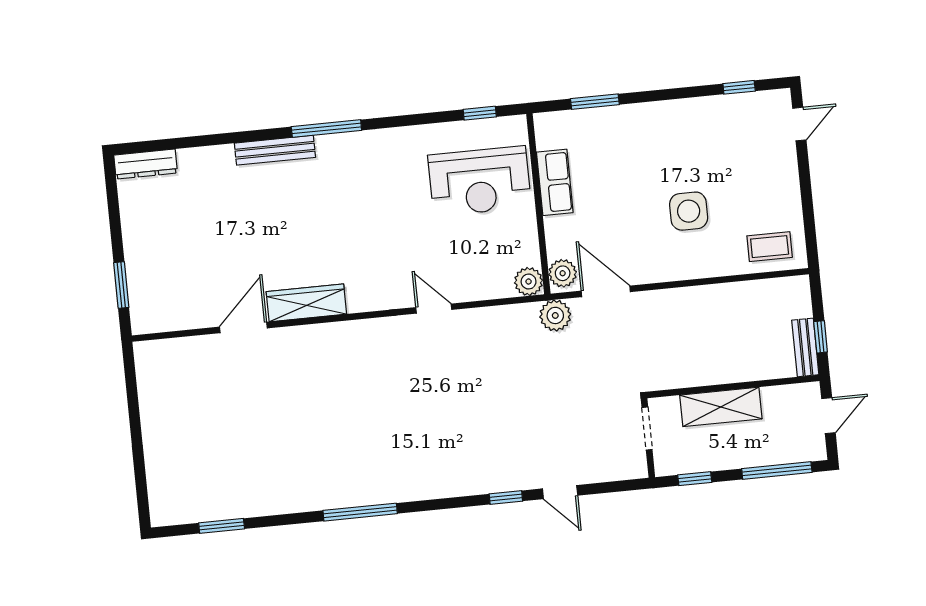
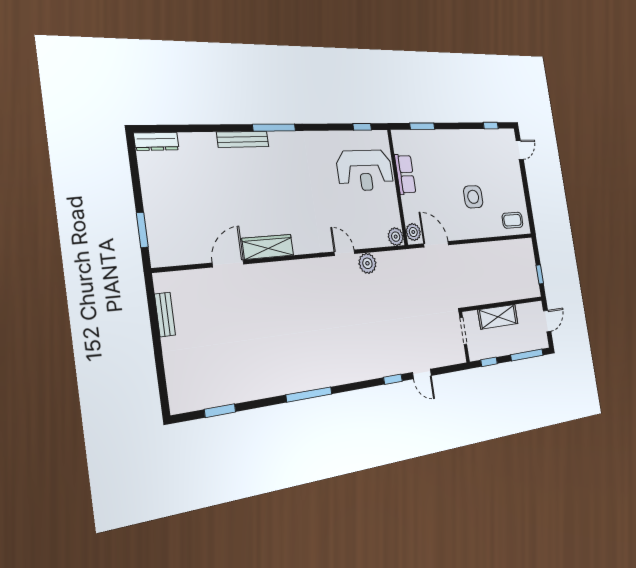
plant: (555, 315) -> (367, 263), moved
bench: (805, 347) -> (165, 314), moved

